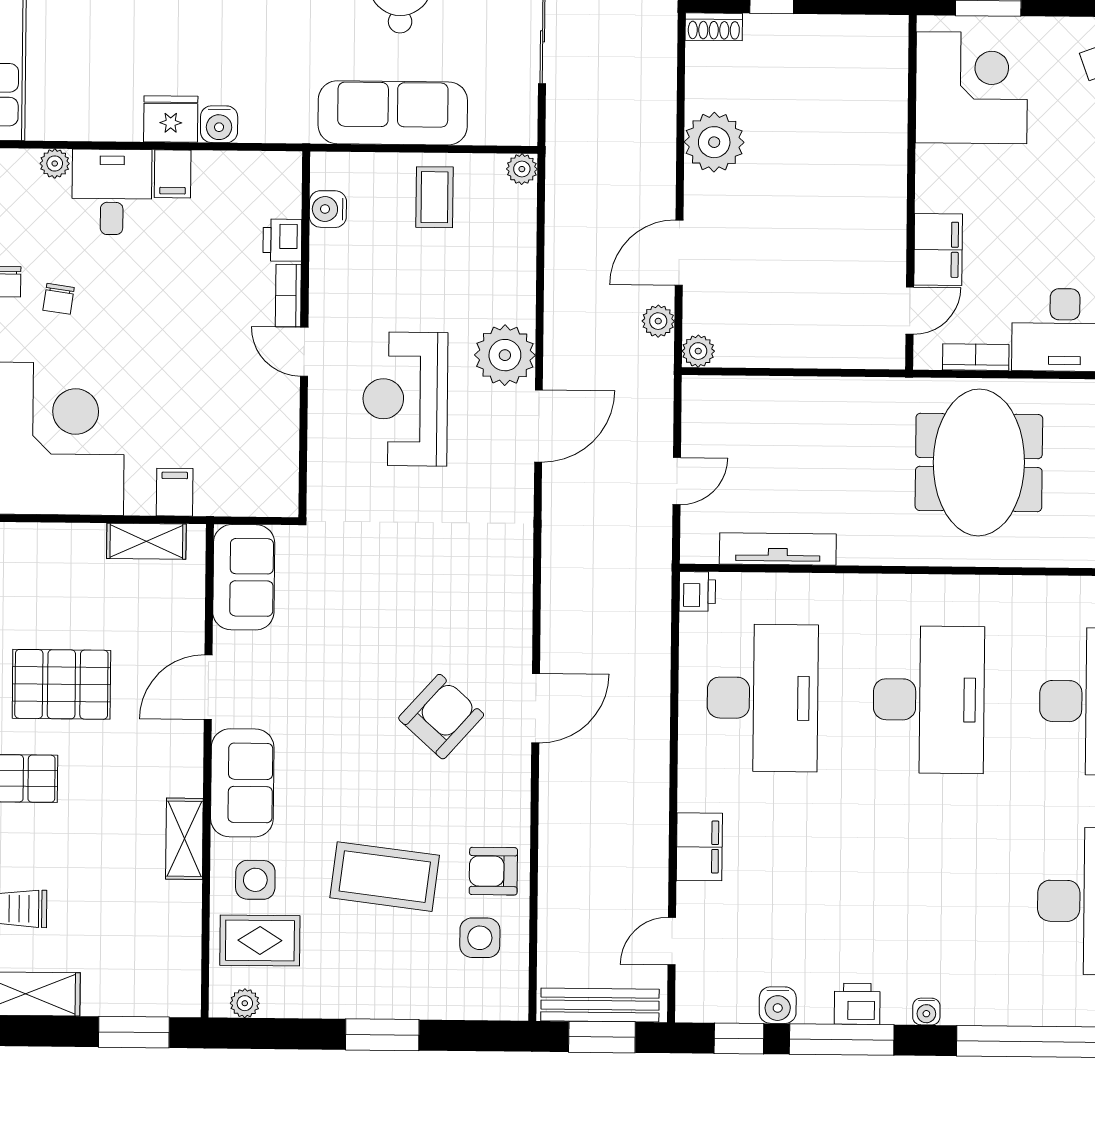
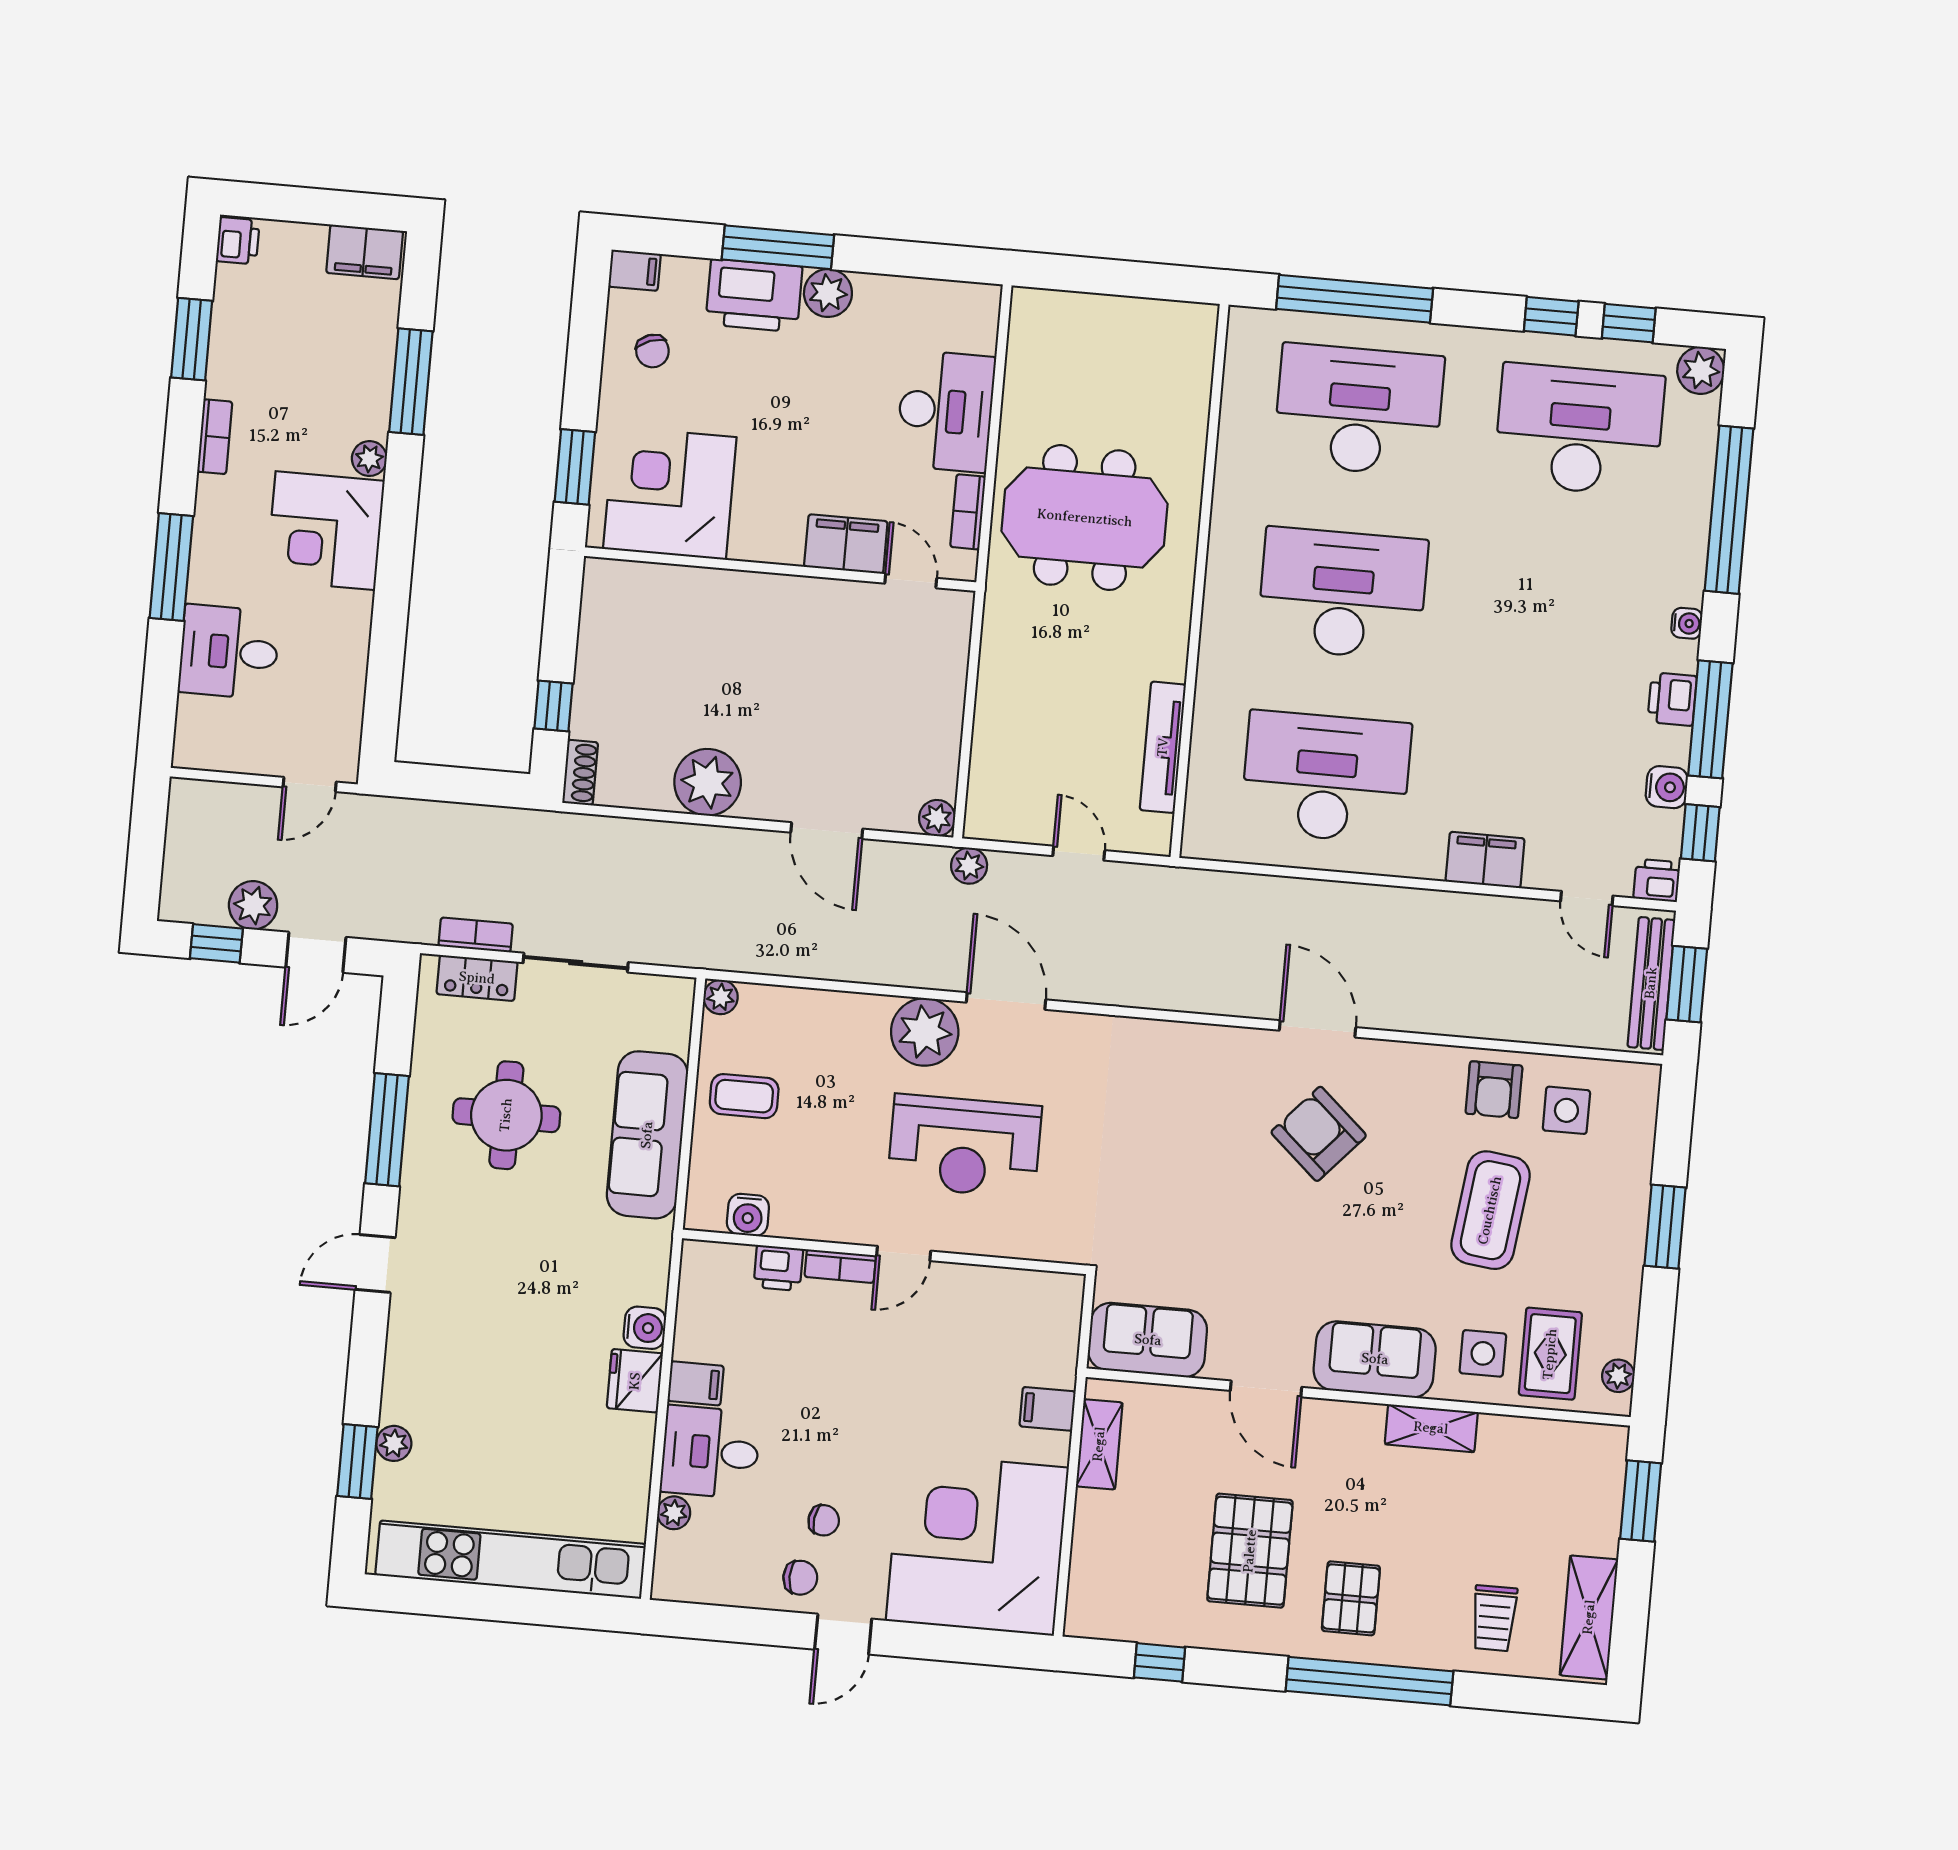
plant: (658, 321) -> (969, 866), moved
printer: (697, 591) -> (1657, 880), moved

